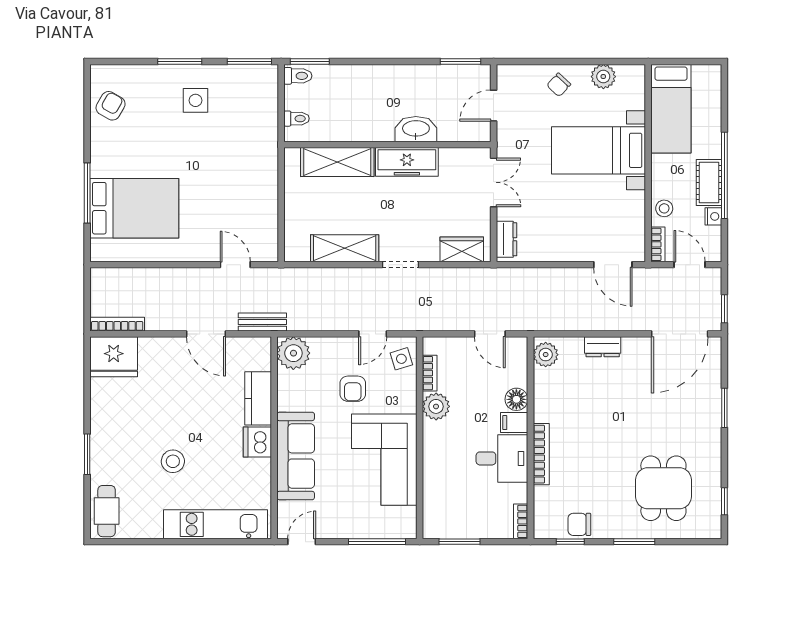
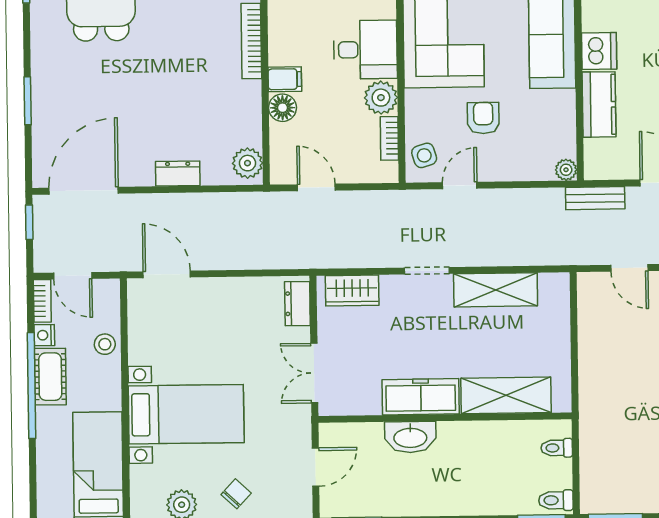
bookcase: (658, 244) -> (42, 301), moved, turned 180
plant: (293, 353) -> (566, 170), width x0.53, depth x0.53
desk: (502, 458) -> (365, 50), moved, turned 180

